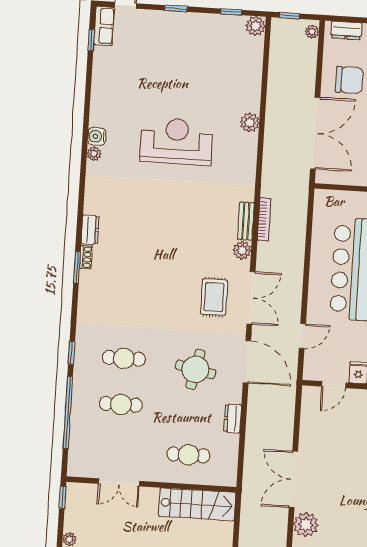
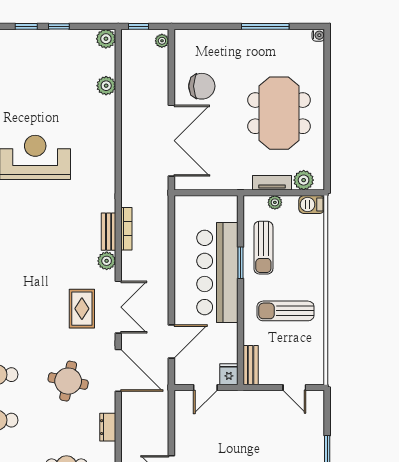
window: (231, 12) -> (59, 26), moved
dresser: (346, 30) -> (196, 37), removed
plant: (250, 122) -> (106, 86), moved
door: (302, 336) -> (171, 341), width x1.38

